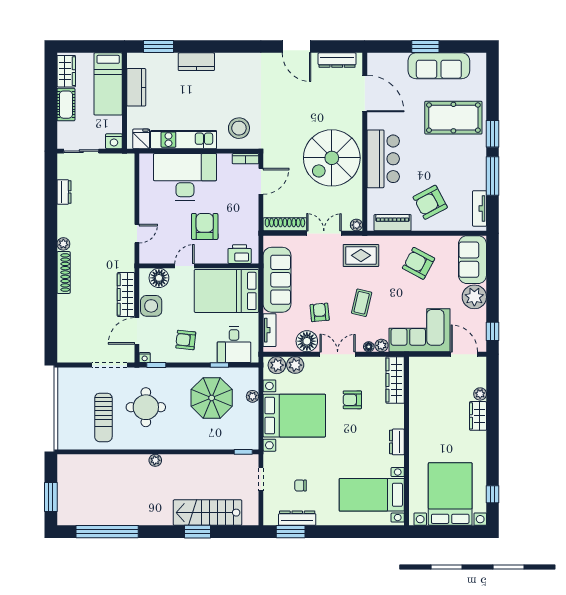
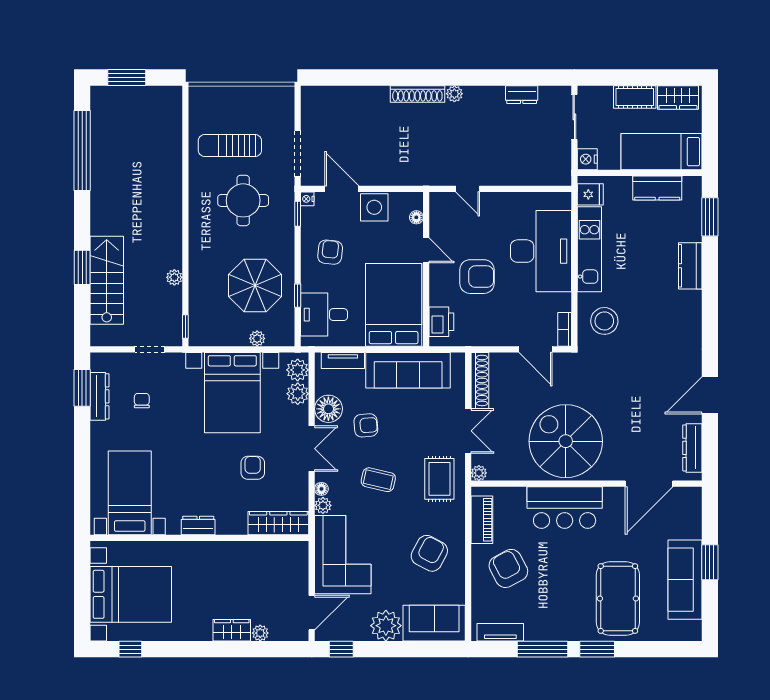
floor lamp: (159, 278) -> (416, 217), width x0.53, depth x0.53
wardrobe: (126, 295) -> (389, 175), removed
plant: (155, 460) -> (174, 277), moved

